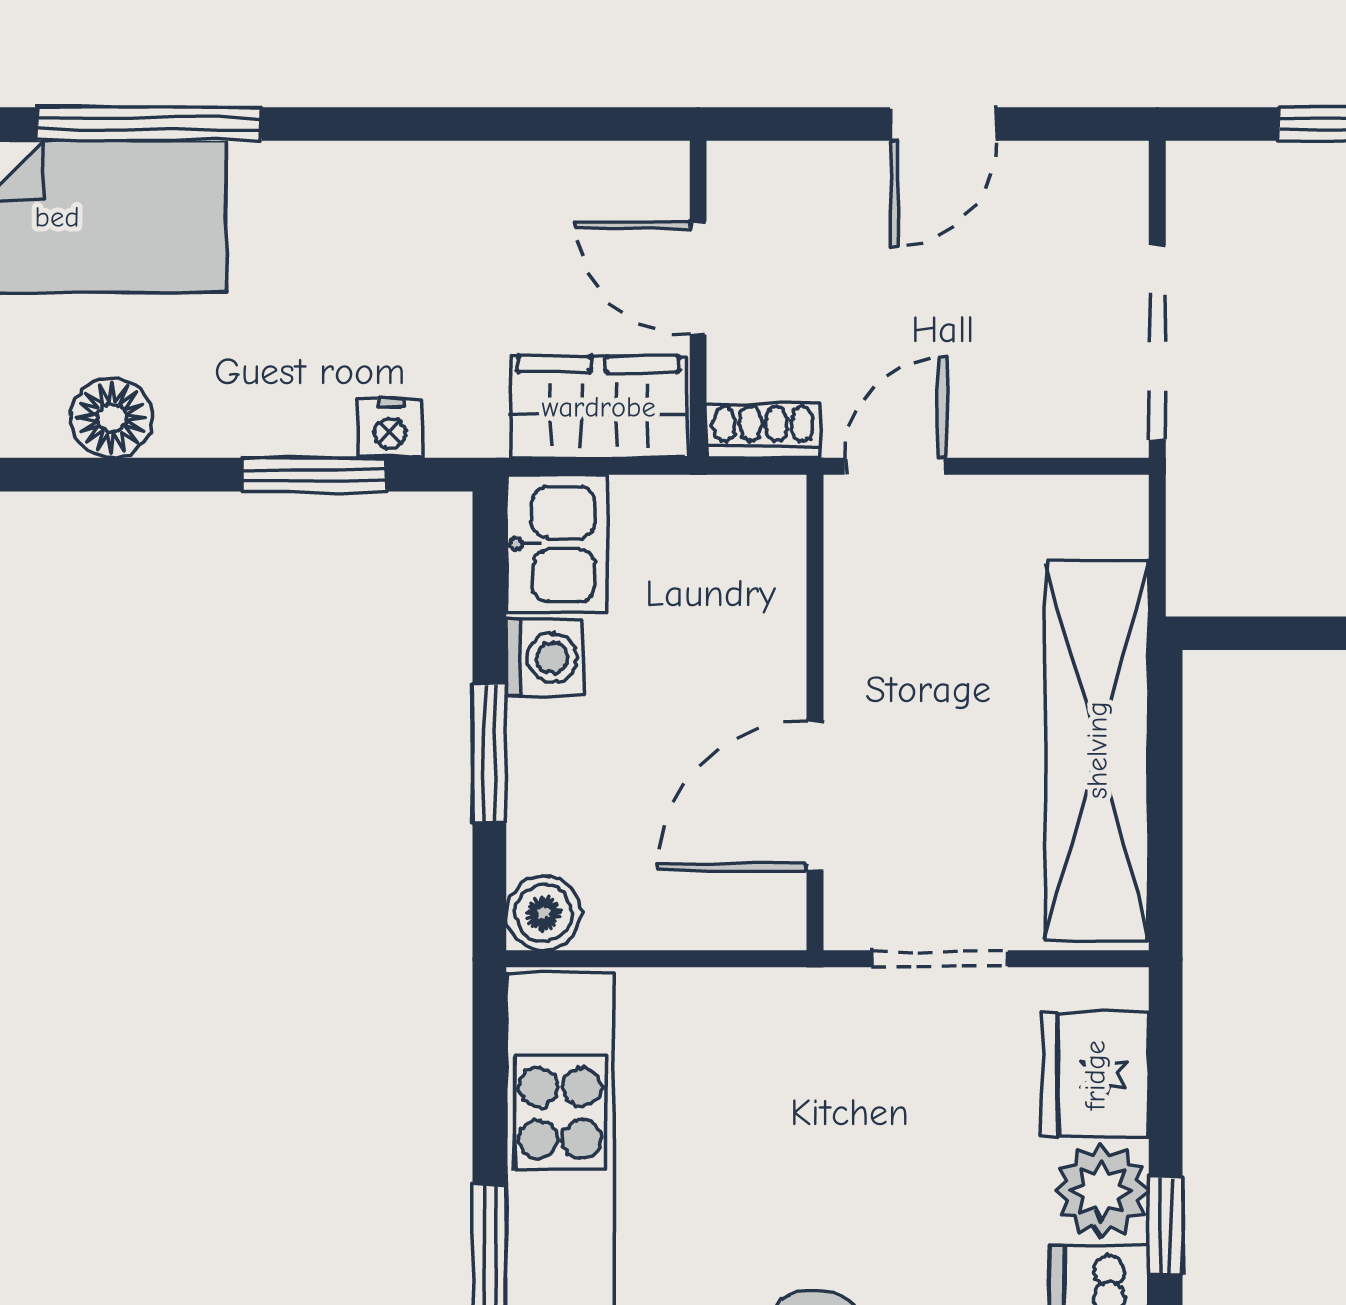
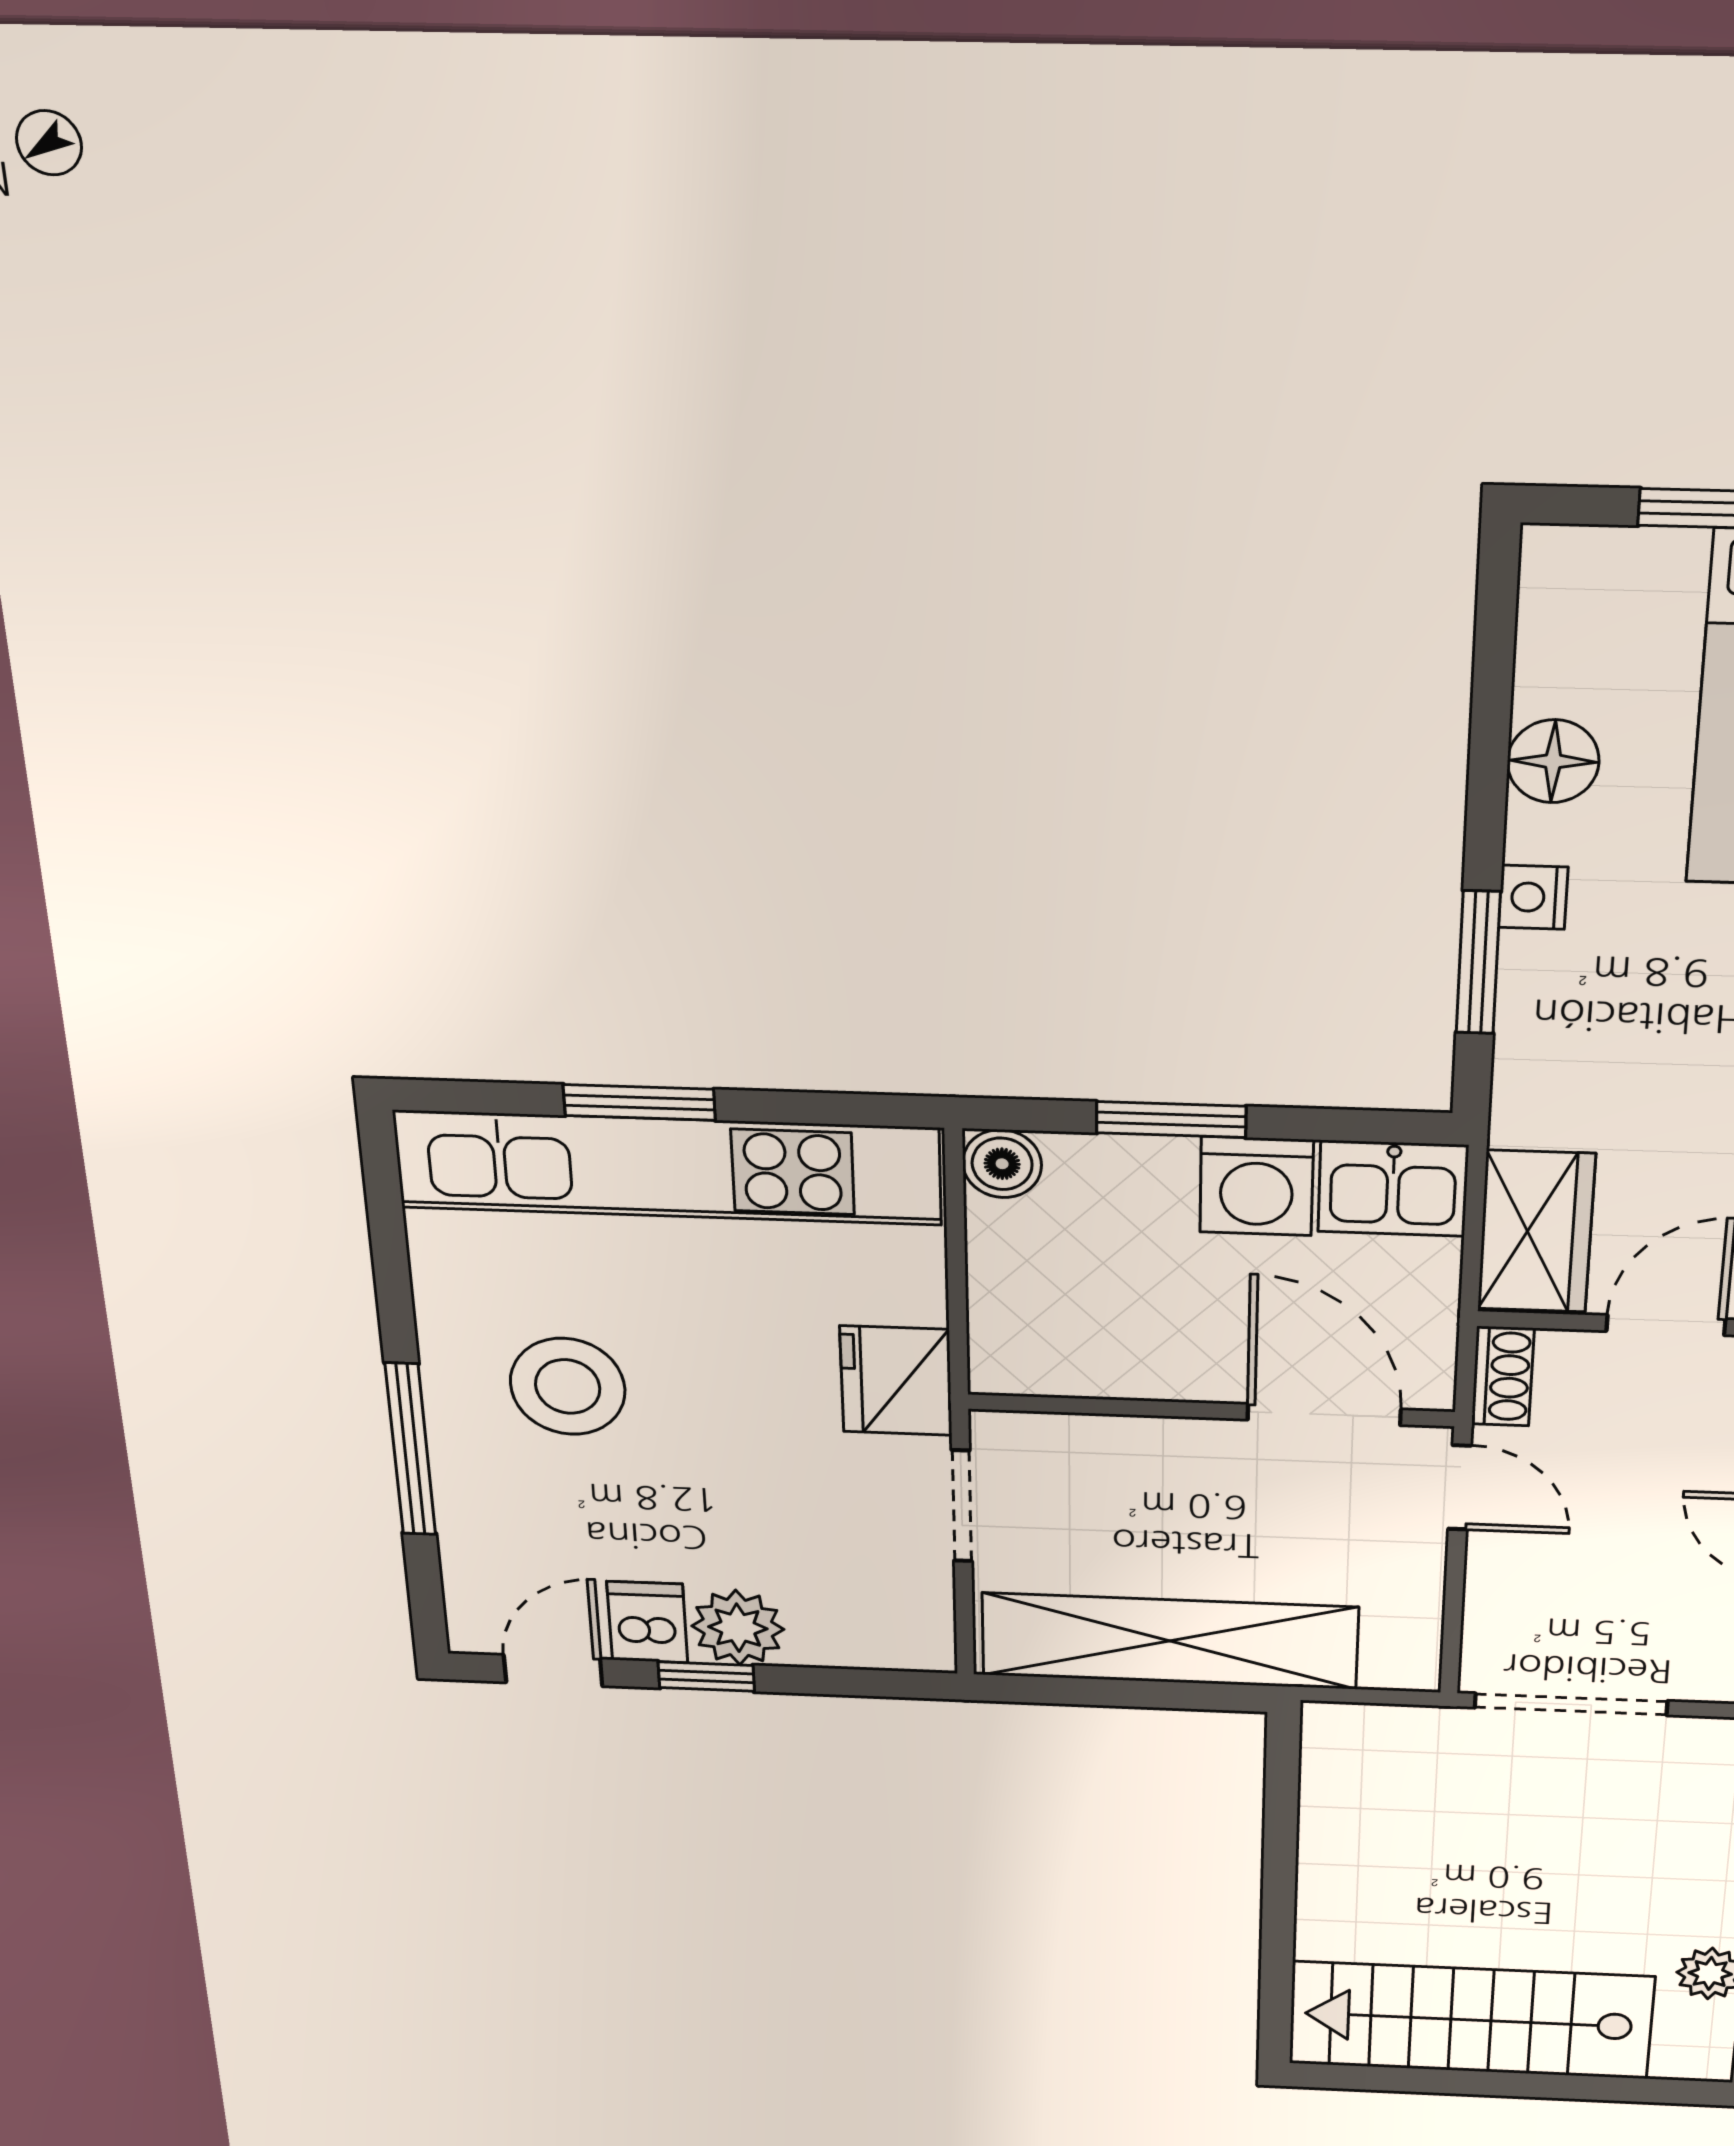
nightstand: (390, 428) -> (1533, 897), moved
washing machine: (544, 658) -> (1256, 1186), width x1.38, depth x1.38
door: (815, 796) -> (1324, 1415), moved
fridge: (1095, 1075) -> (896, 1381), moved, turned -90

